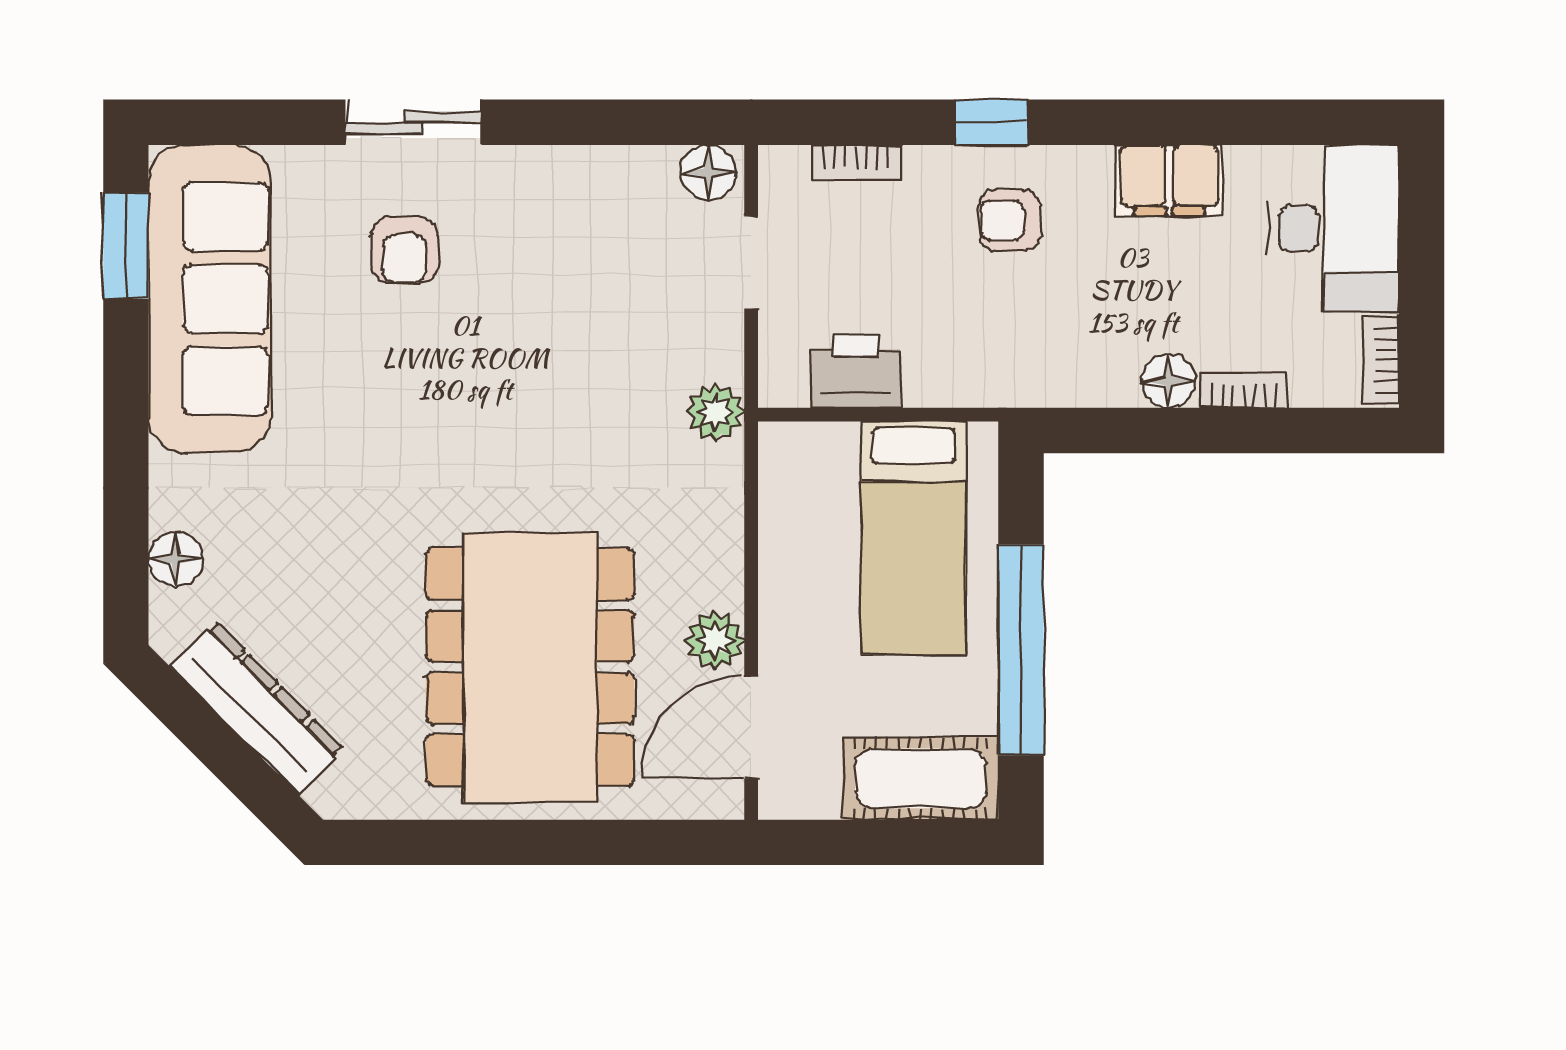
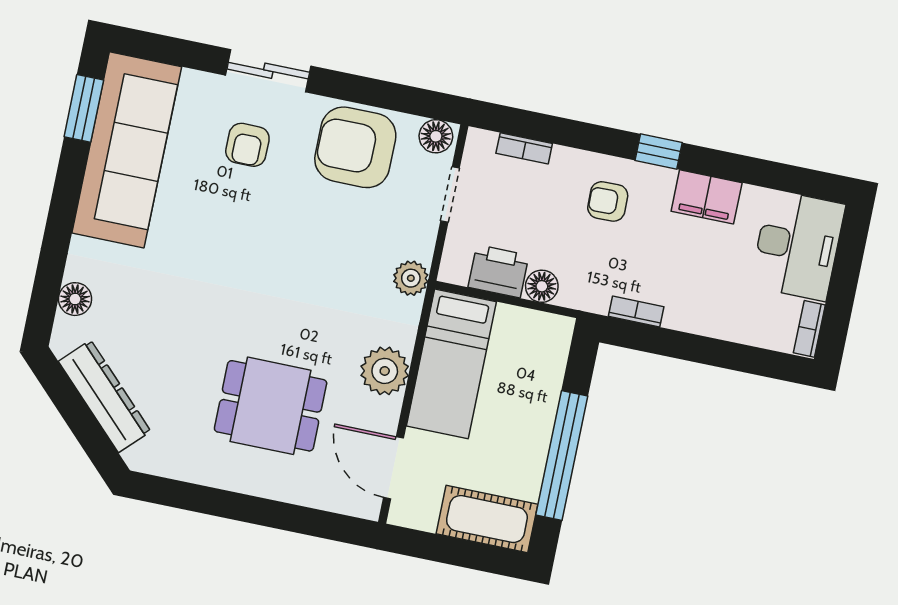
window: (992, 122) -> (659, 151), moved
armchair: (581, 218) -> (355, 147), added
floor lamp: (1168, 381) -> (542, 286), moved
bookcase: (1244, 390) -> (636, 312), moved
bed: (914, 538) -> (451, 364), moved
plant: (715, 640) -> (385, 371), moved, width x1.36, depth x1.36
dining table: (530, 667) -> (271, 406), width x0.53, depth x0.80
door: (751, 727) -> (394, 468), hinge flipped

